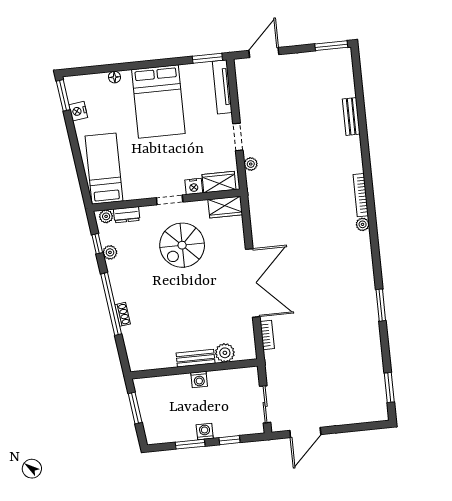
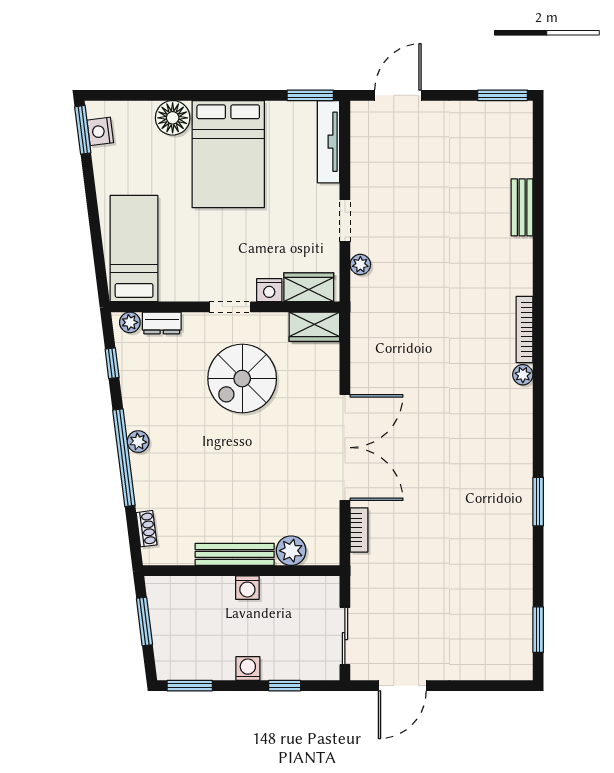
floor lamp: (114, 77) -> (173, 118), width x1.89, depth x1.89
nightstand: (78, 111) -> (100, 131), moved
plant: (110, 252) -> (138, 442), moved
shoe rack: (123, 314) -> (147, 529), moved
bench: (196, 358) -> (235, 554), width x1.36
window: (190, 444) -> (190, 686), moved

